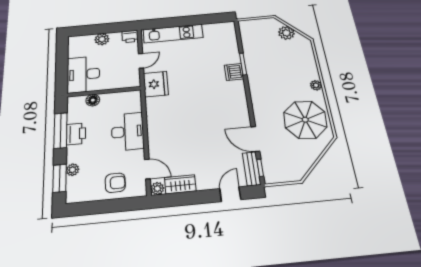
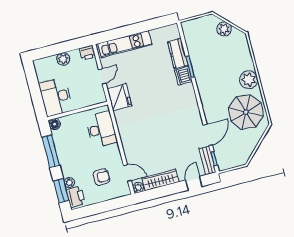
kitchen counter: (231, 50) -> (178, 54), added
plant: (316, 85) -> (249, 80), width x1.88, depth x1.88
floor lamp: (93, 100) -> (55, 124), moved
desk: (128, 132) -> (101, 129), moved
printer: (76, 134) -> (76, 197), moved
door: (255, 139) -> (208, 135), swing flipped
armchair: (115, 183) -> (101, 177), moved
wardrobe: (180, 184) -> (161, 180), width x1.50

